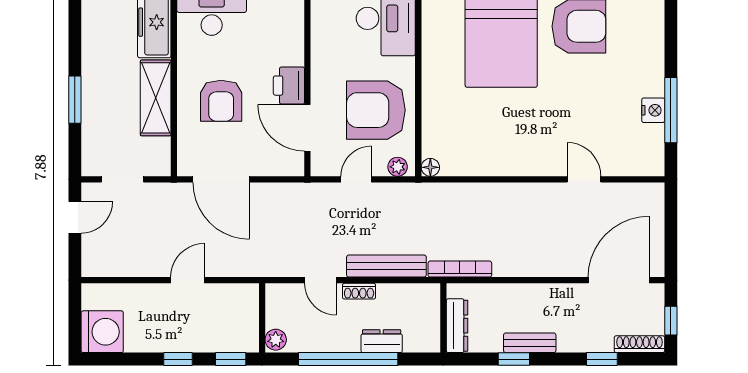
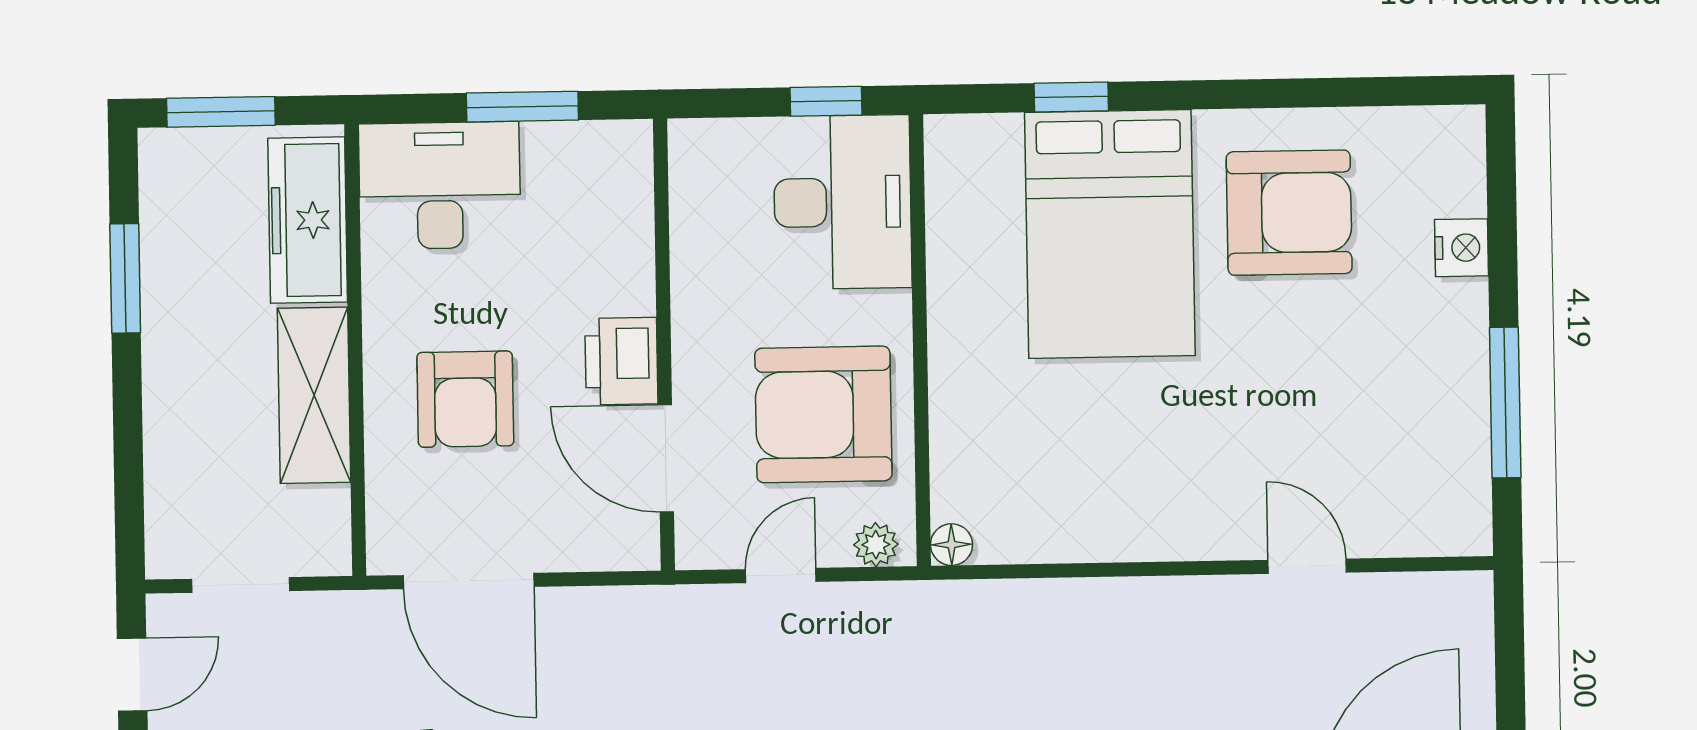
window: (75, 100) -> (125, 278), moved
nightstand: (653, 110) -> (1462, 248), moved

